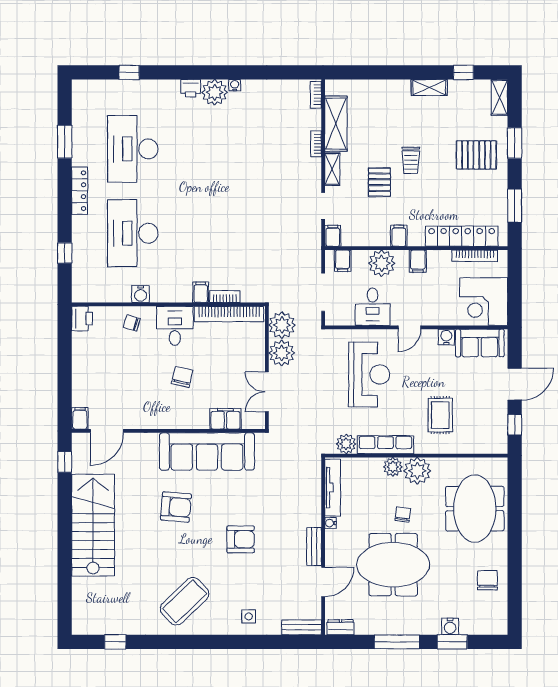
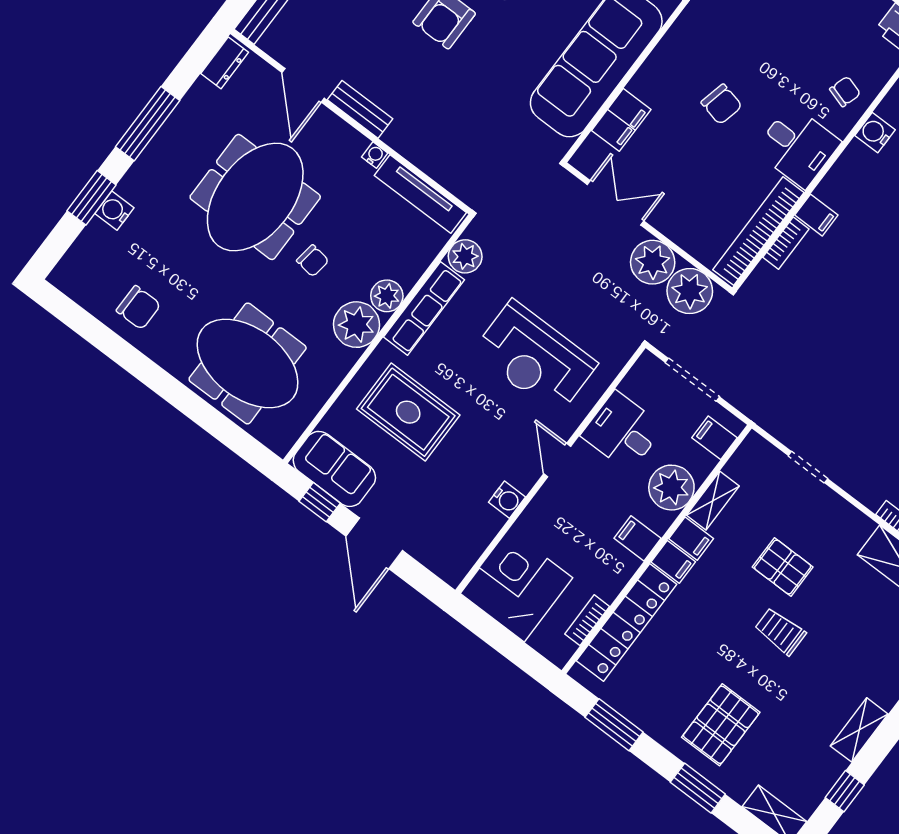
shelving: (332, 169) -> (713, 501), moved, turned 90
filing cabinet: (333, 236) -> (673, 562), moved
bookcase: (475, 256) -> (587, 620), width x0.64
sofa: (480, 343) -> (334, 469), moved, turned 90
rug: (440, 415) -> (408, 412), width x1.36, depth x1.43

